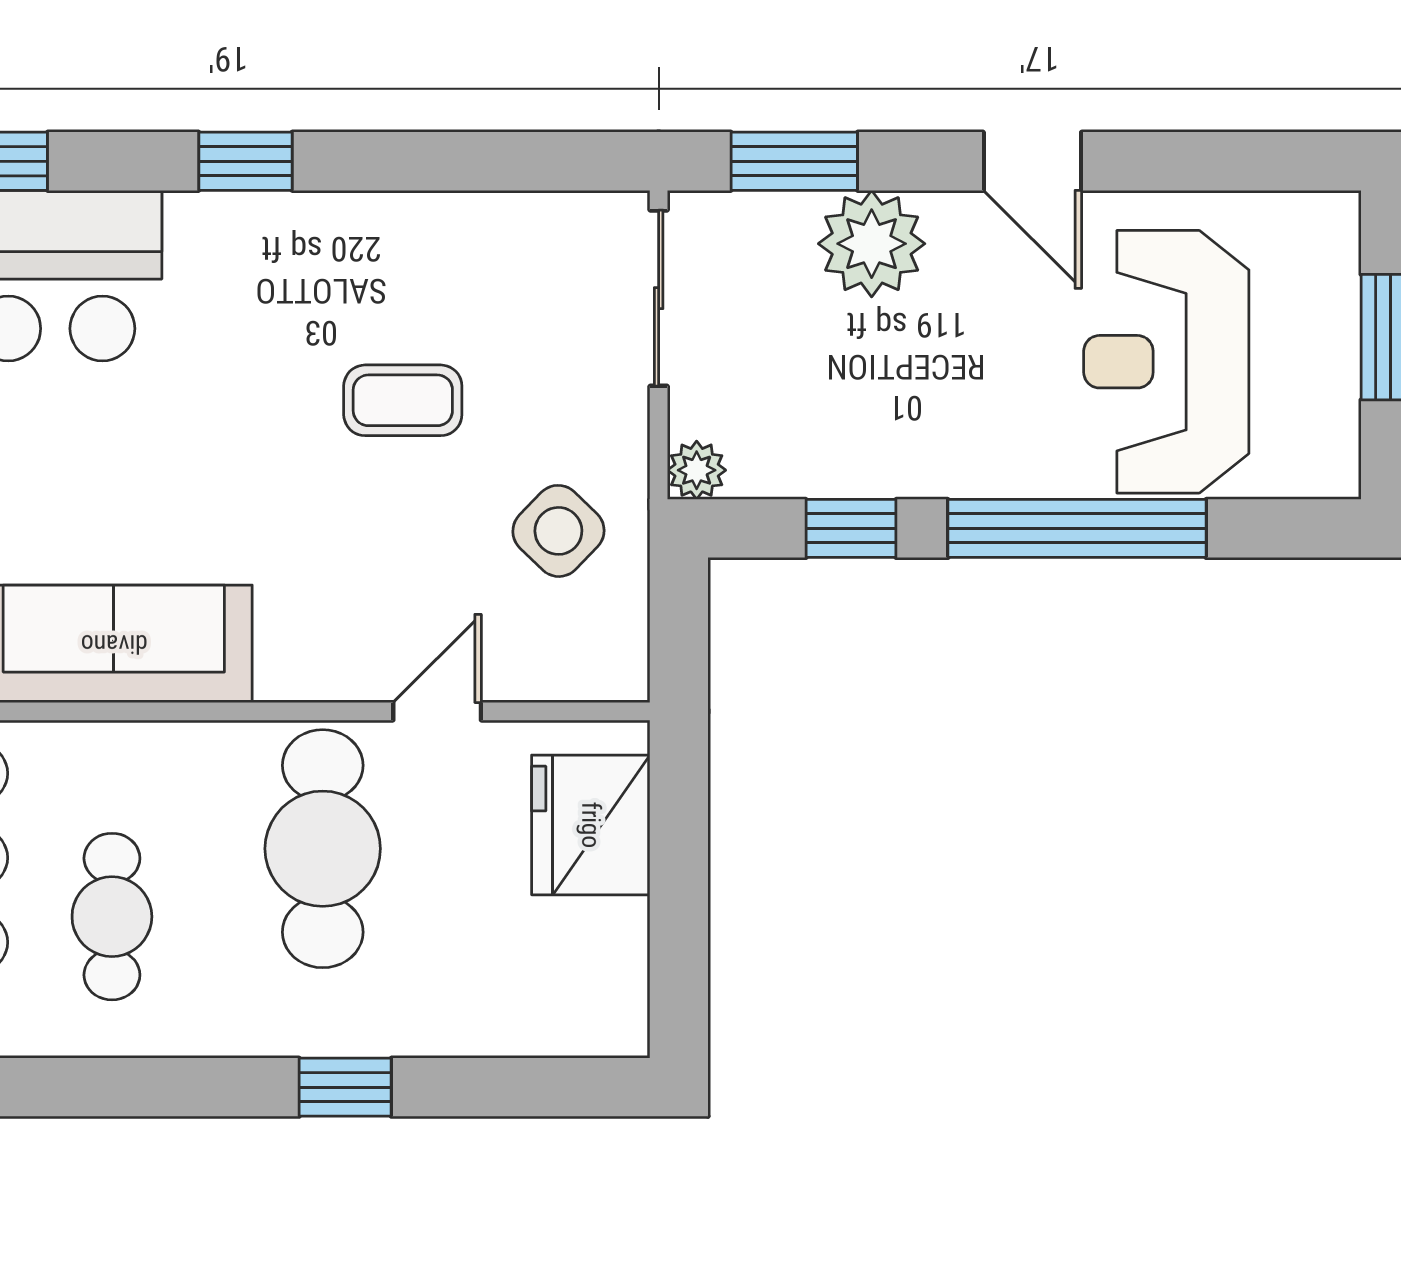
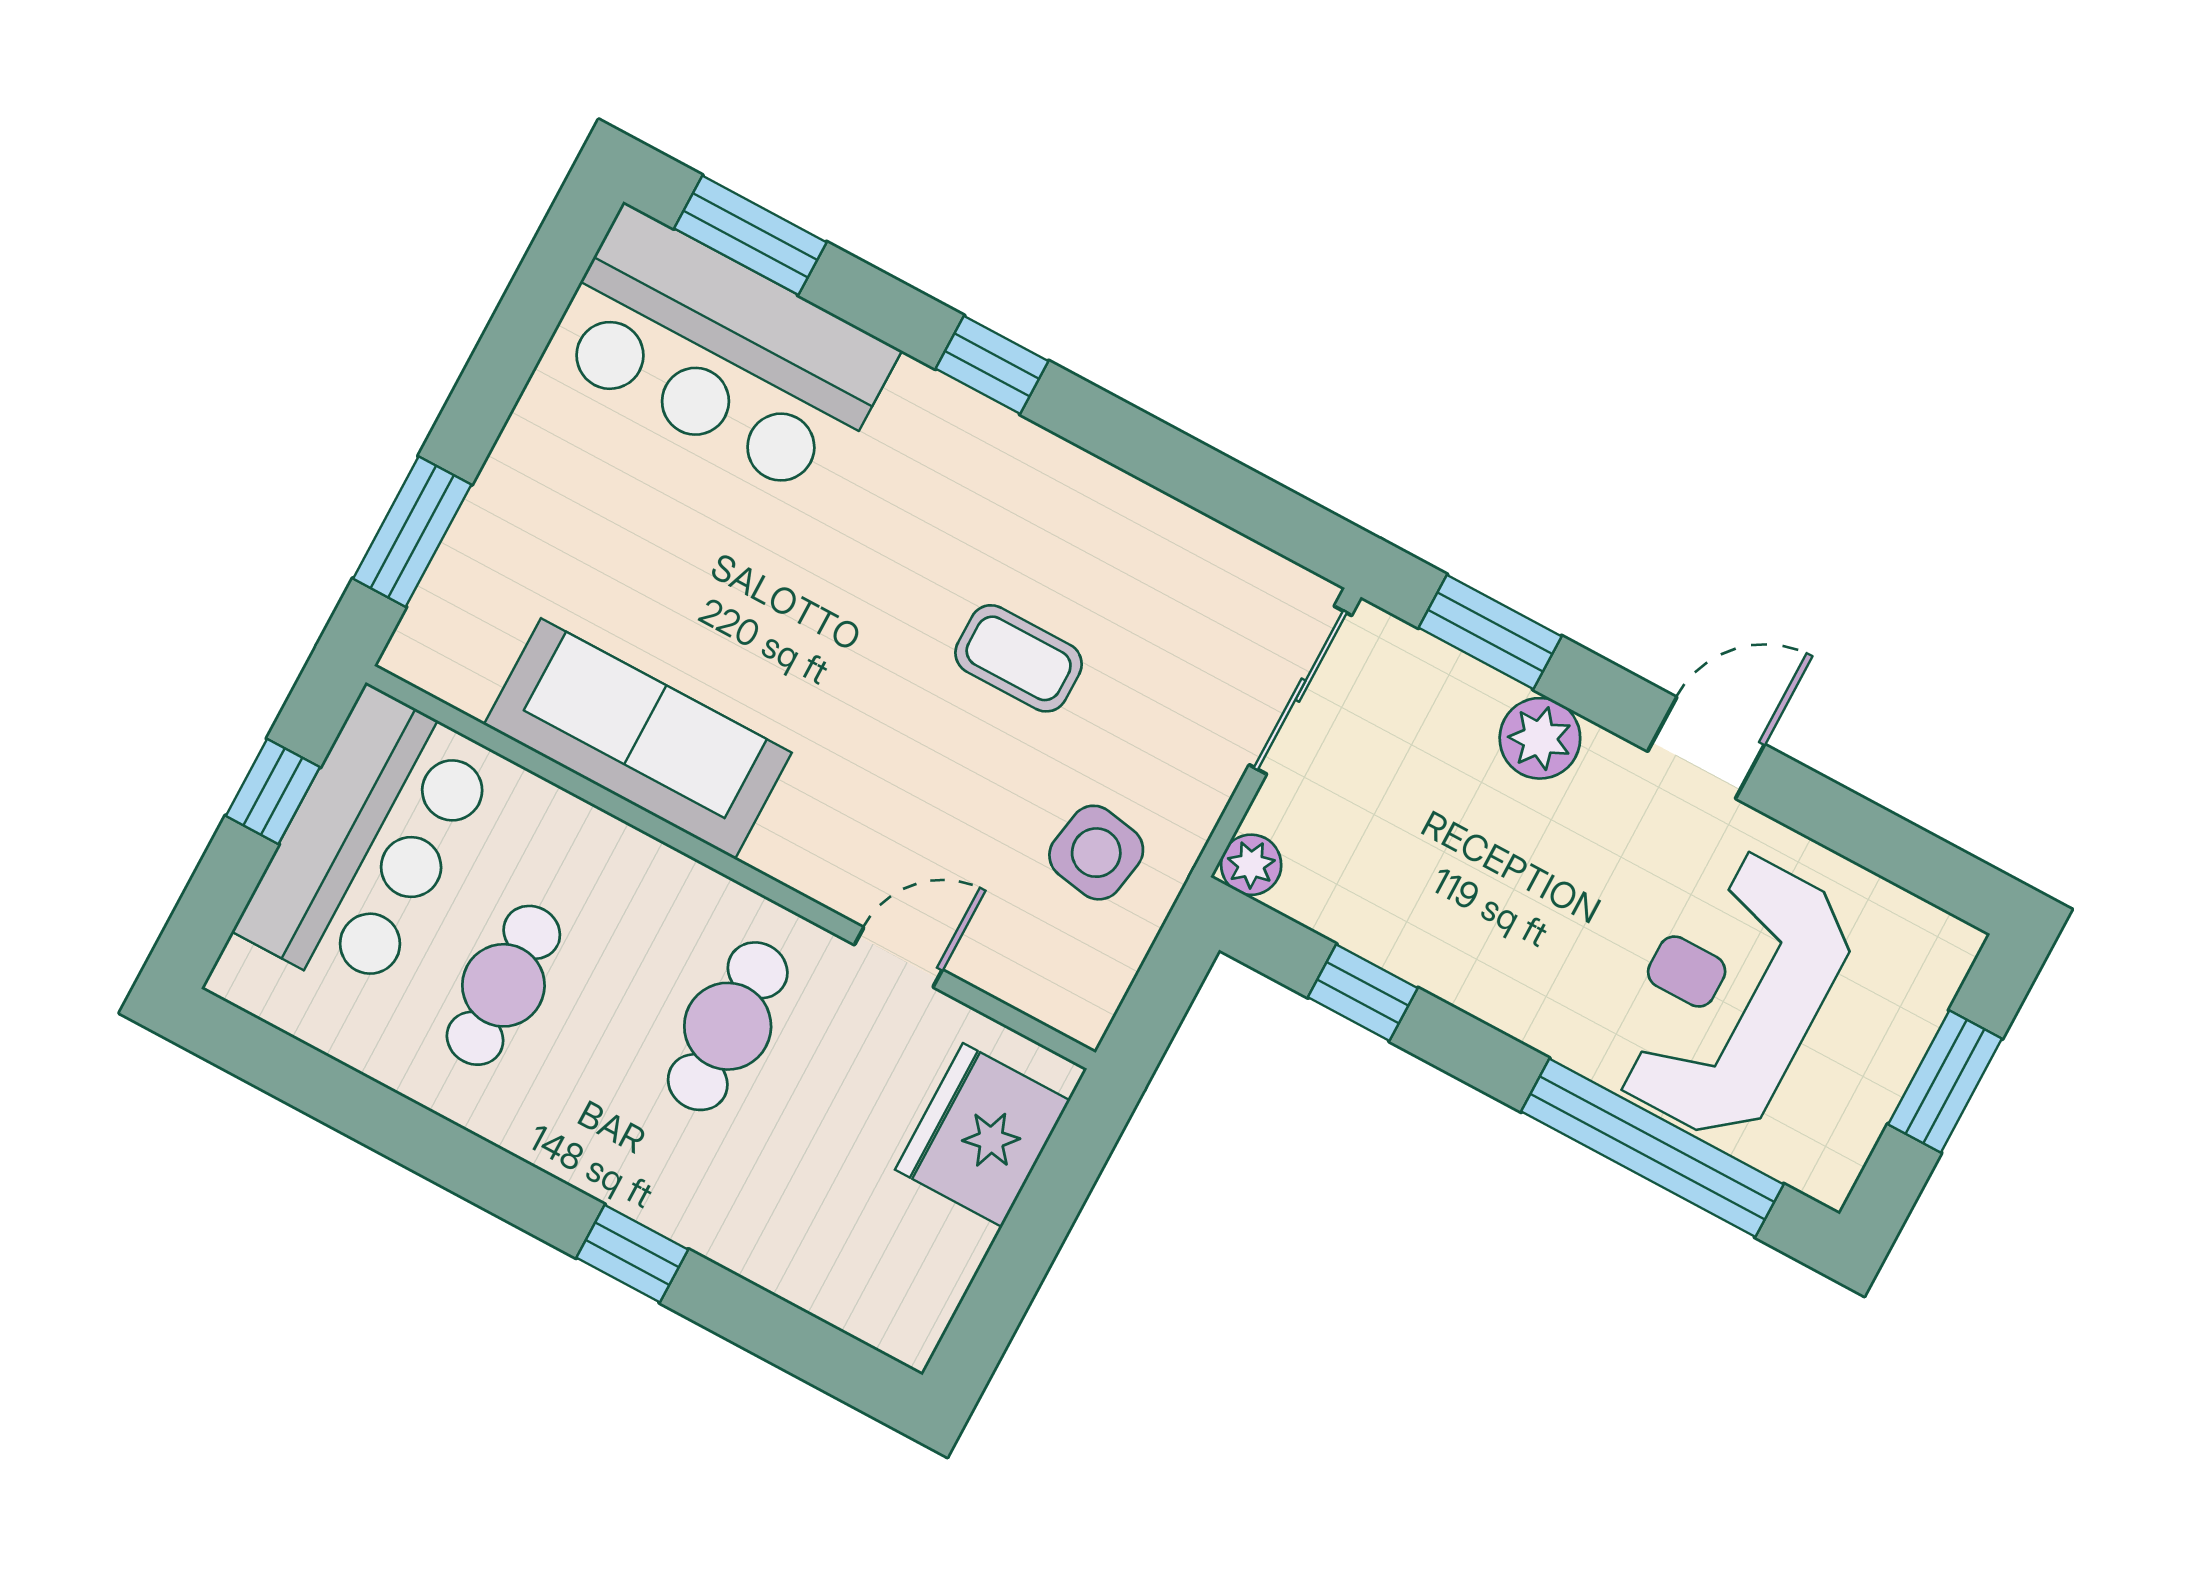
door: (1032, 161) -> (1706, 748), swing flipped
plant: (872, 244) -> (1540, 738), width x0.73, depth x0.73
window: (1077, 528) -> (1652, 1148), moved
side table: (558, 531) -> (1096, 853), turned -34
cafe table: (323, 849) -> (728, 1026), width x0.73, depth x0.74

